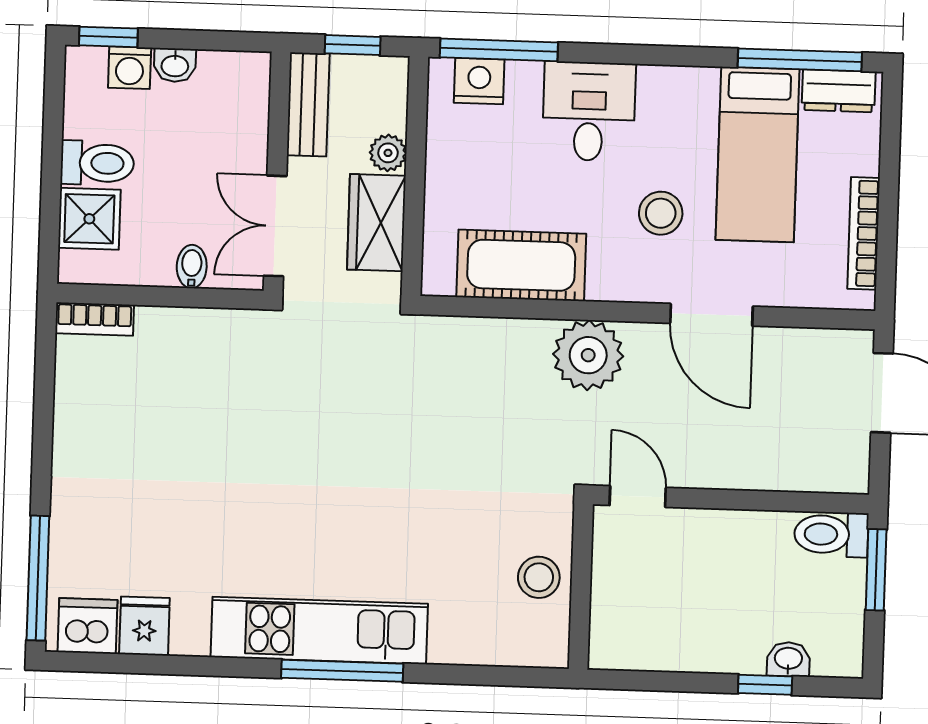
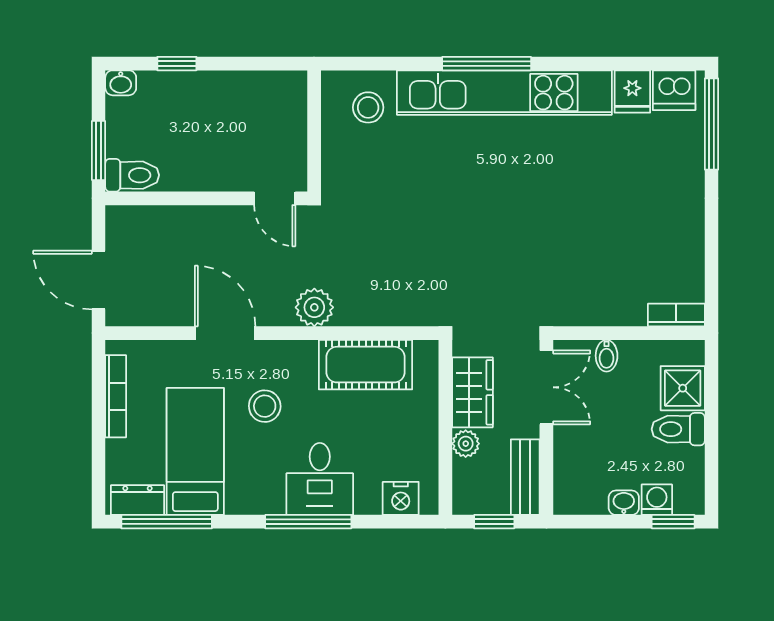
window: (499, 50) -> (308, 522), moved
plant: (588, 355) -> (314, 307), width x0.73, depth x0.73
stool: (539, 577) -> (368, 107), moved
kitchen unit: (319, 630) -> (504, 93), width x1.36
washbasin: (788, 659) -> (121, 83), moved

